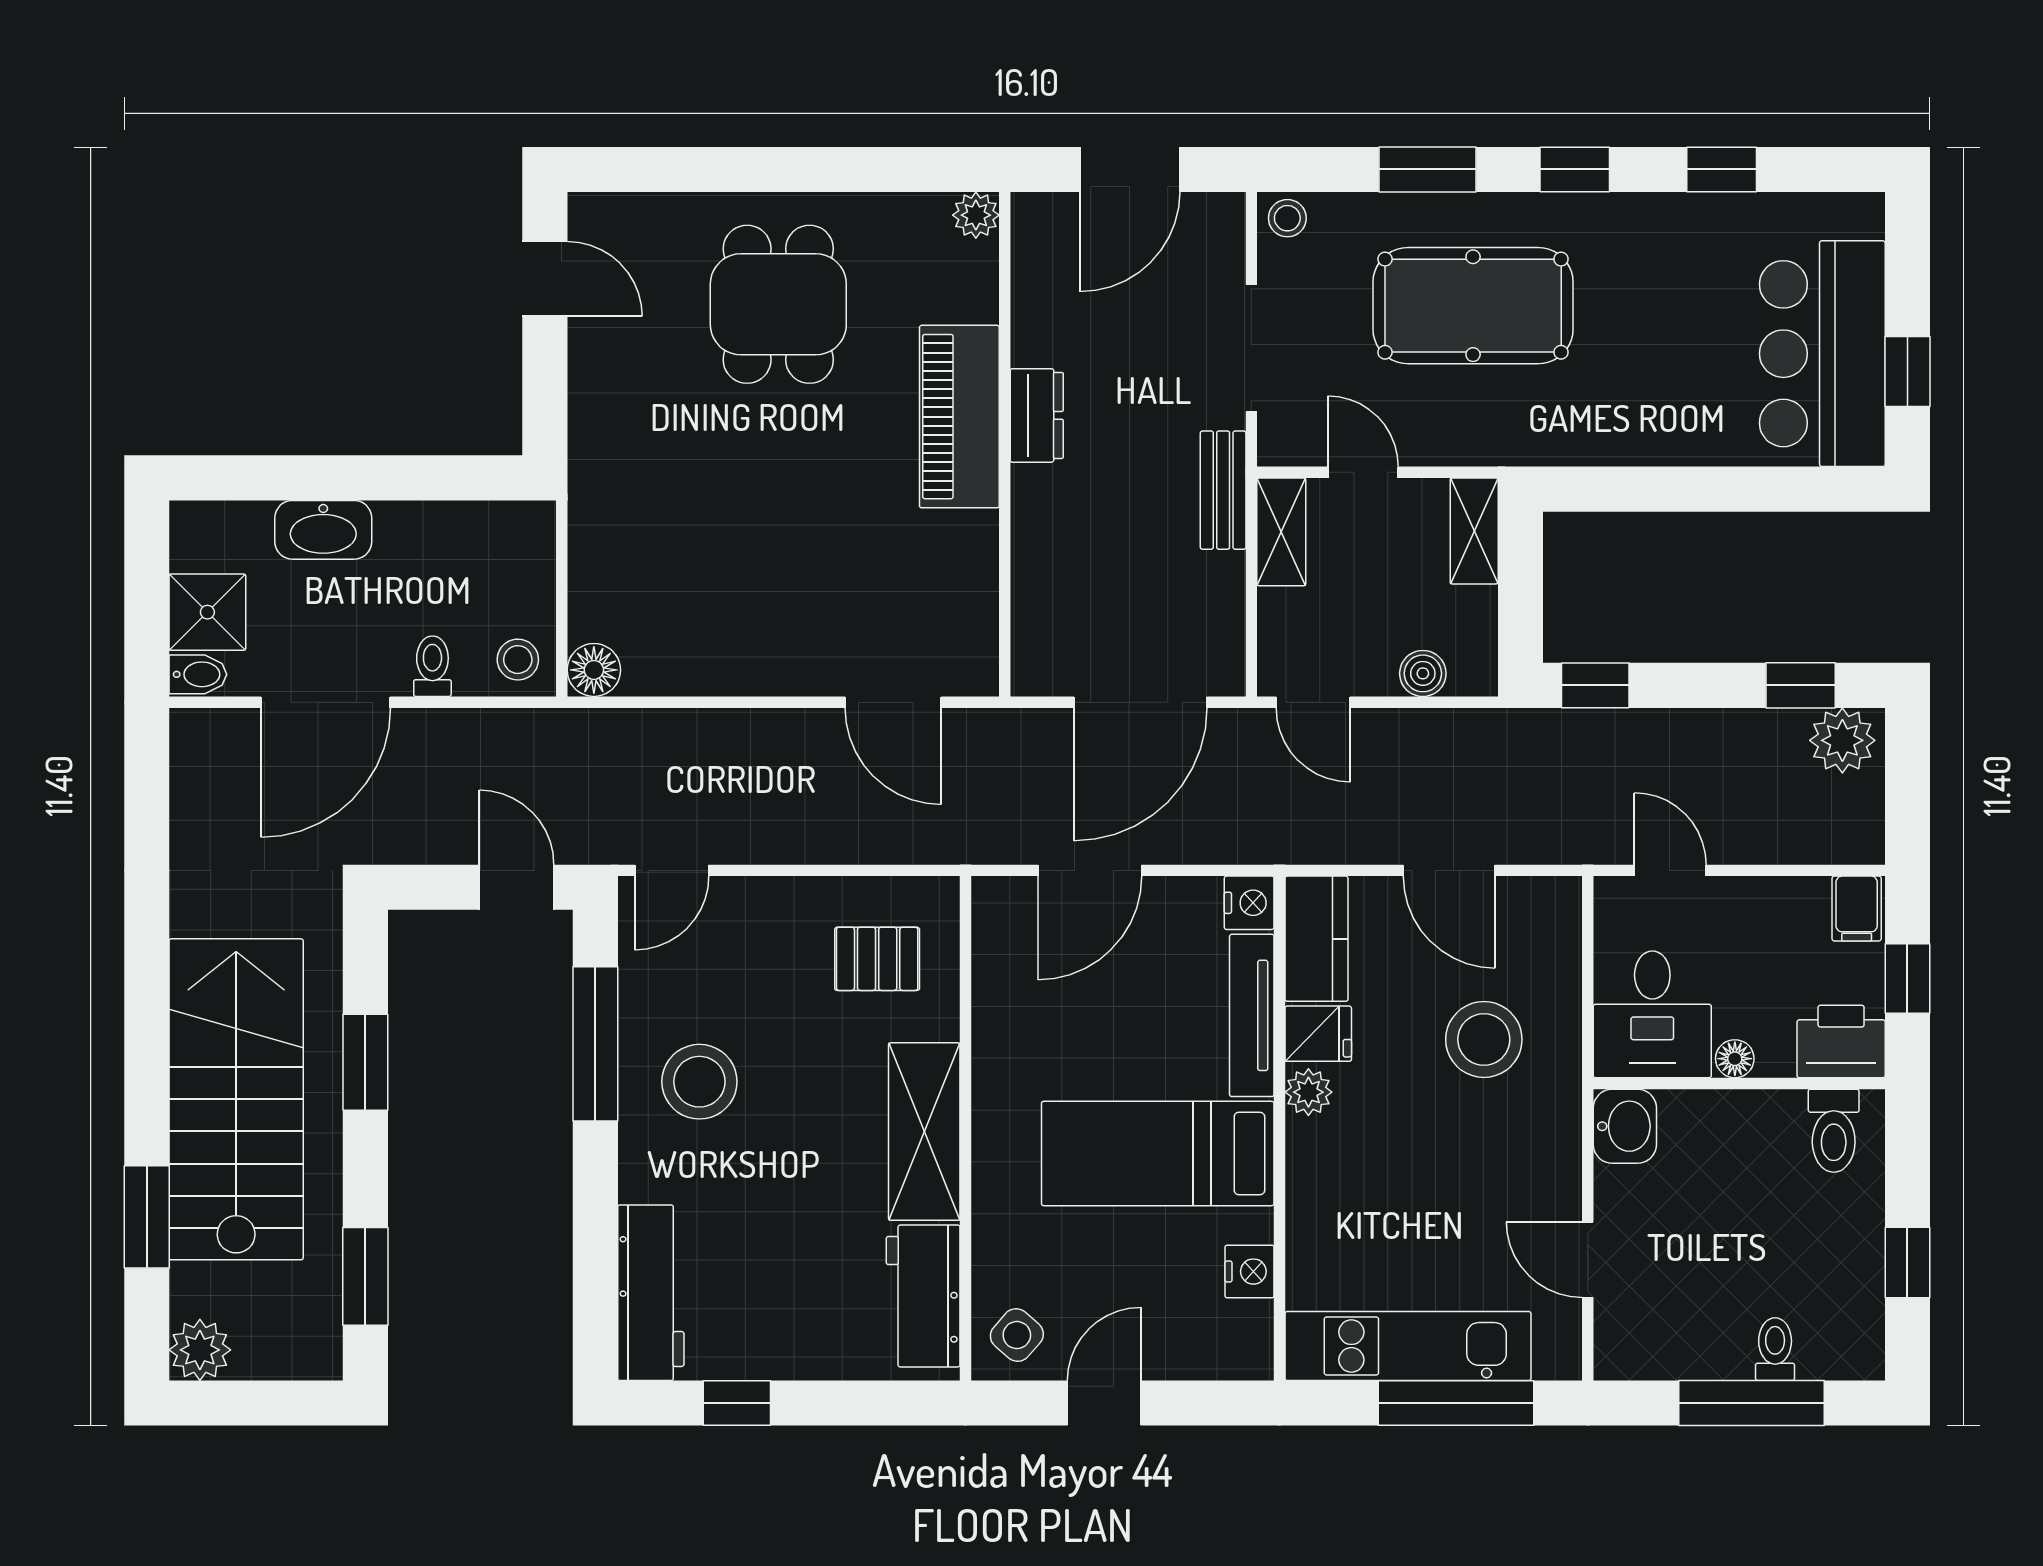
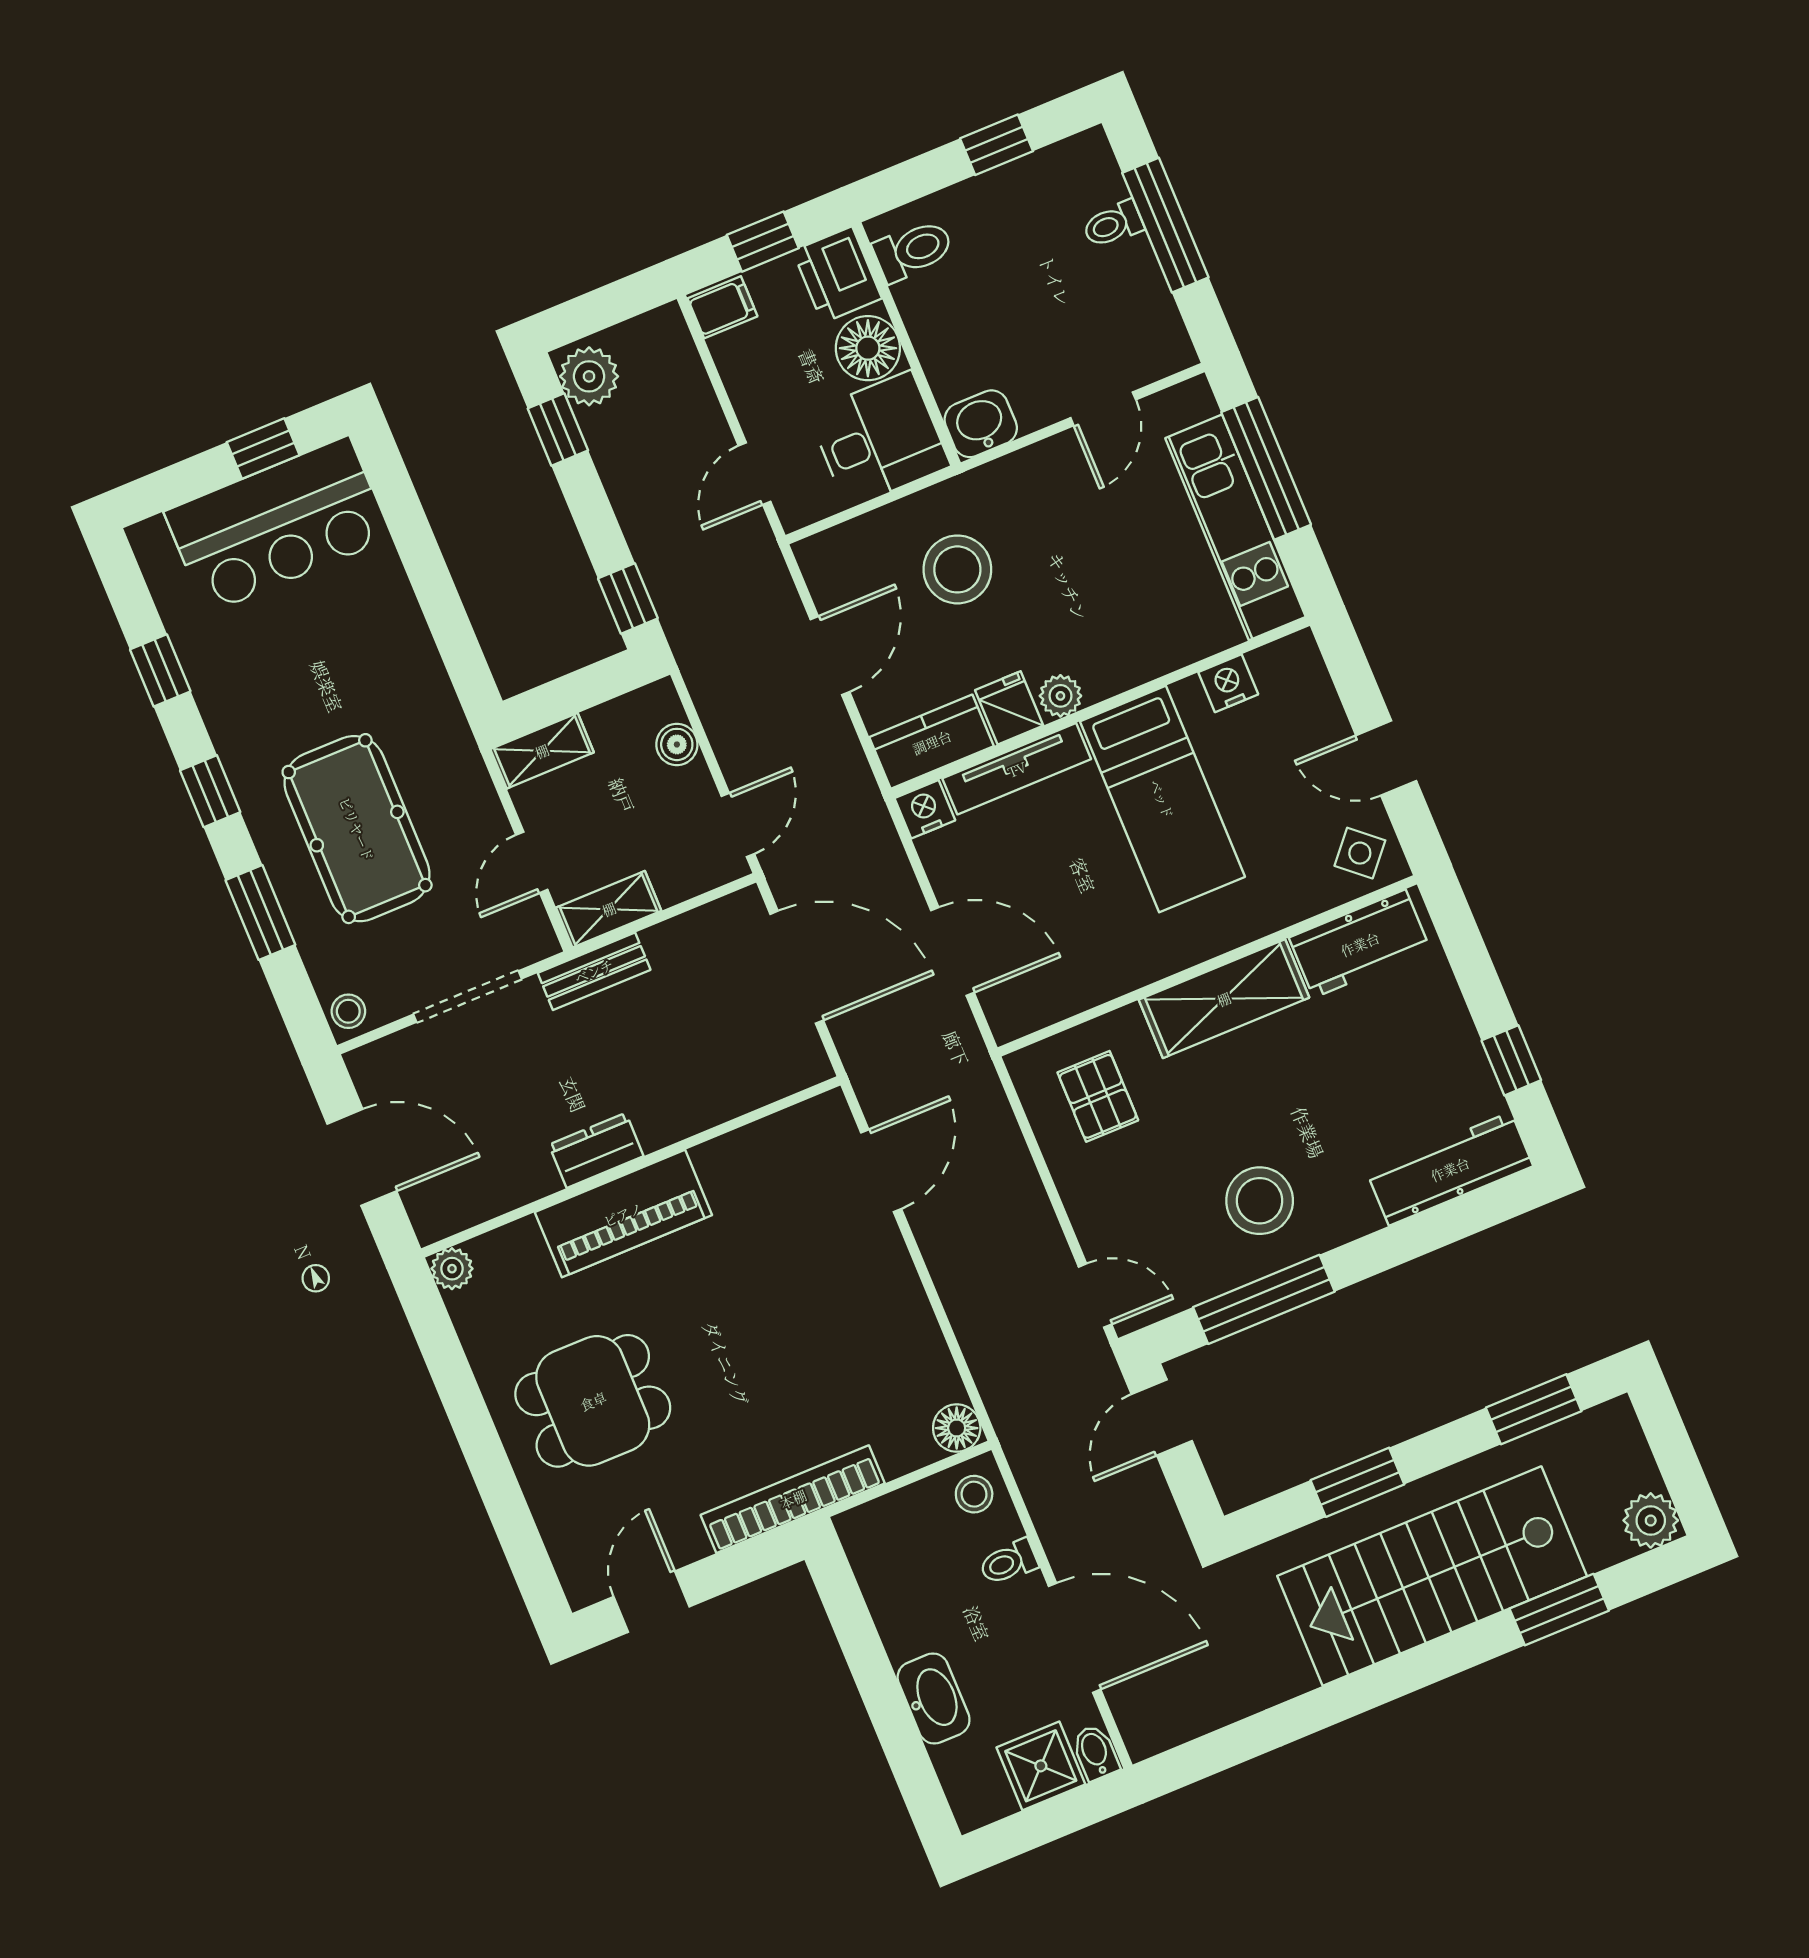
bookcase: (591, 469) -> (793, 1499), added
floor lamp: (1735, 1059) -> (868, 348), width x1.89, depth x1.89

